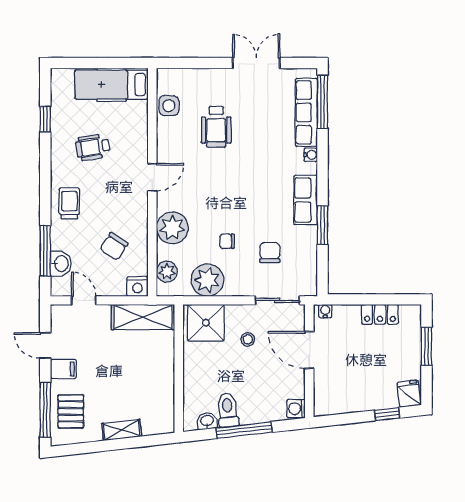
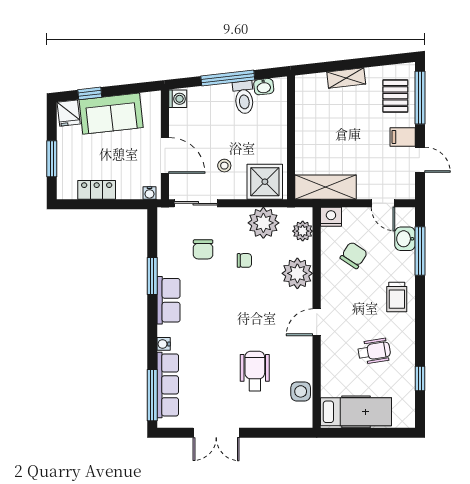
sofa: (365, 393) -> (111, 114), added

